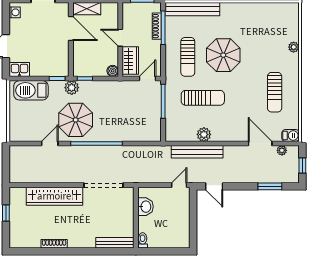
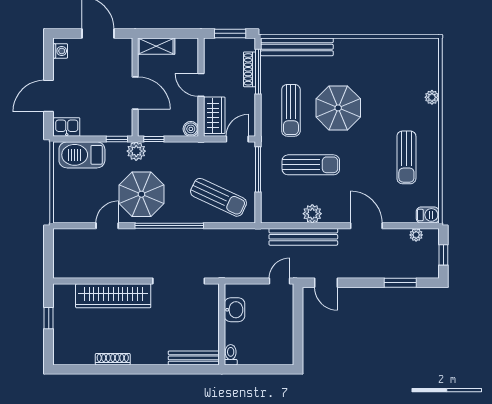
door: (71, 28) -> (135, 93), moved
sun lounger: (133, 122) -> (218, 197), added
door: (260, 143) -> (366, 226), moved

